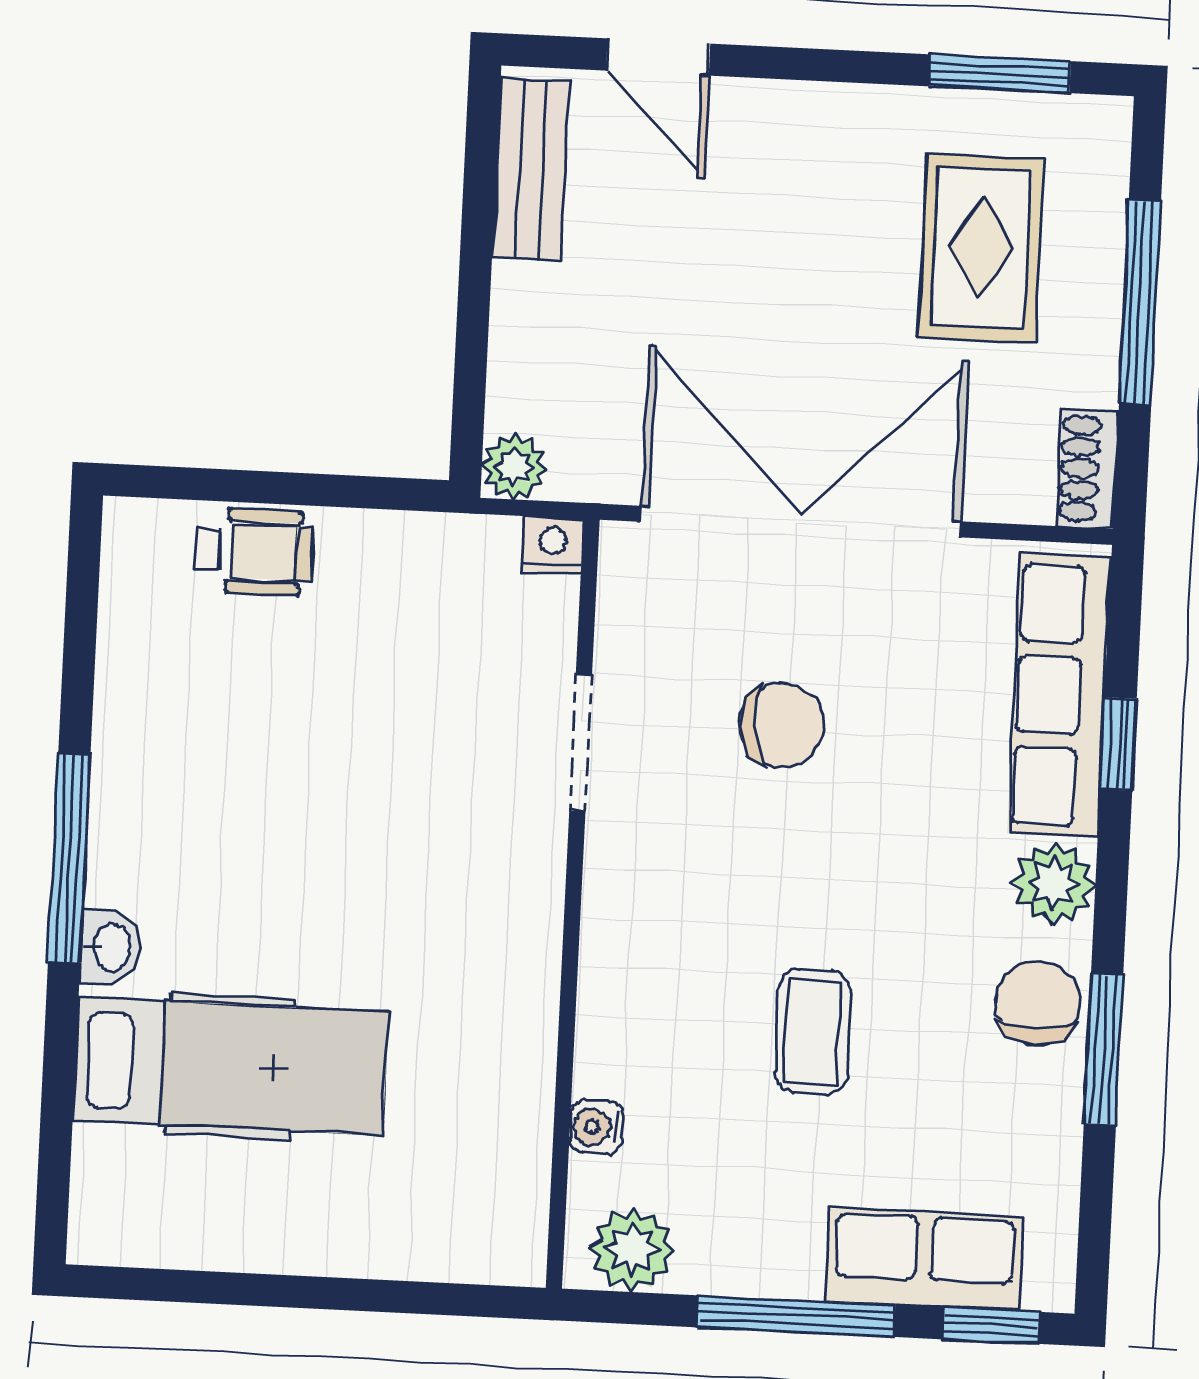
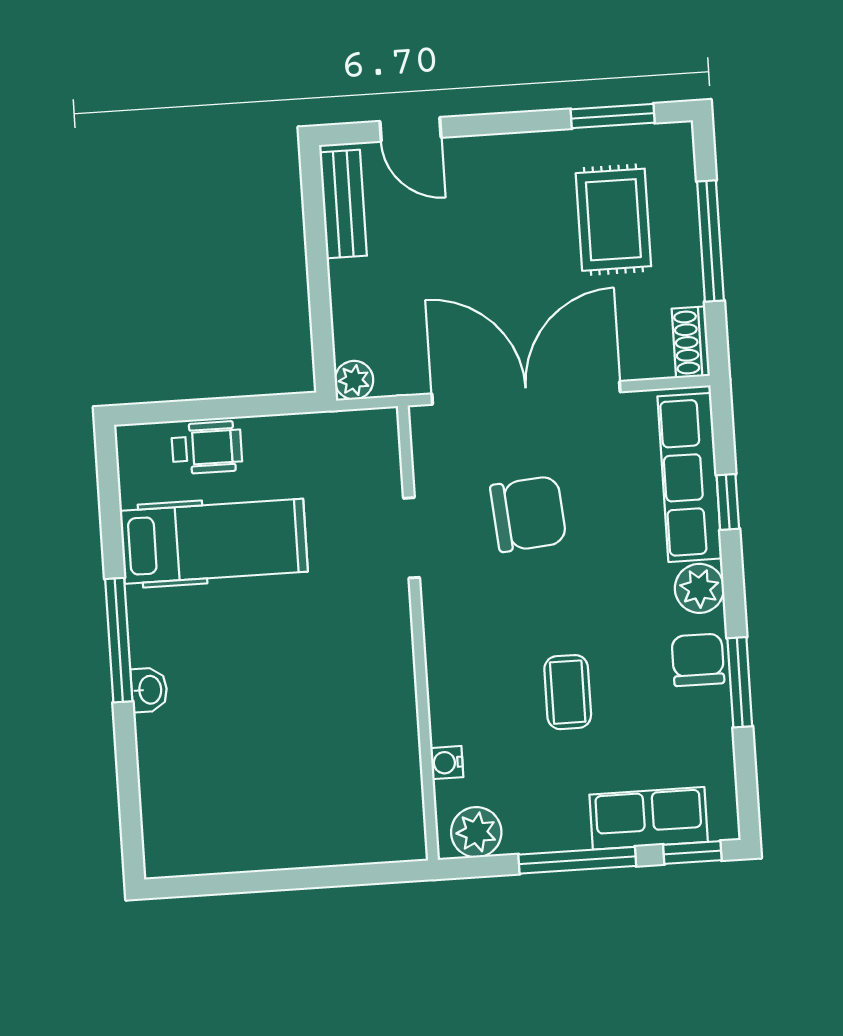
nightstand: (553, 545) -> (382, 424), removed
chair: (781, 725) -> (528, 514), width x1.37, depth x1.37
hospital bed: (231, 1066) -> (214, 541), moved

